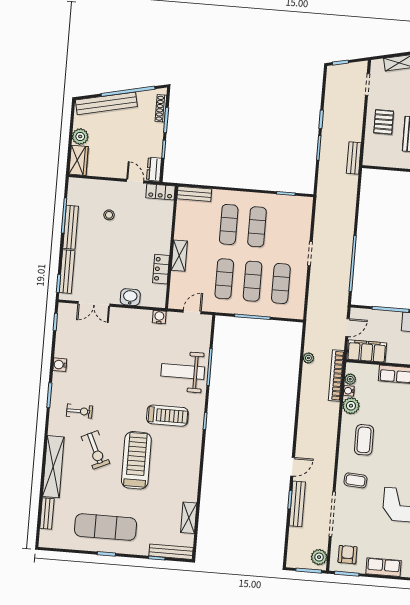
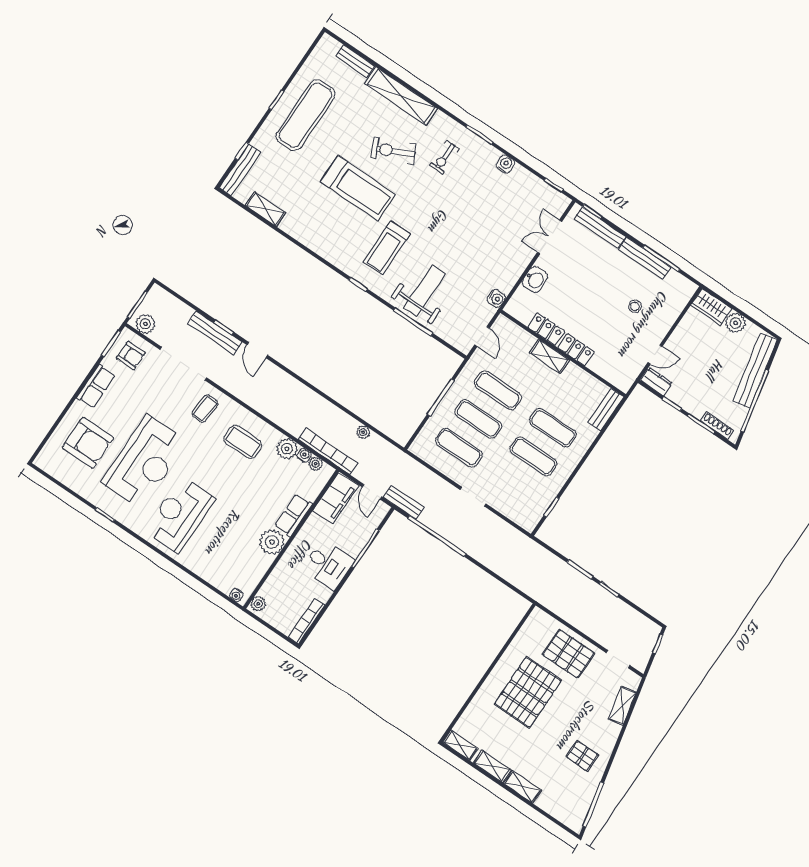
pallet: (384, 122) -> (569, 654), width x1.50, depth x1.42
bench: (354, 158) -> (404, 502), moved
locker: (160, 192) -> (576, 350), moved, turned 90

